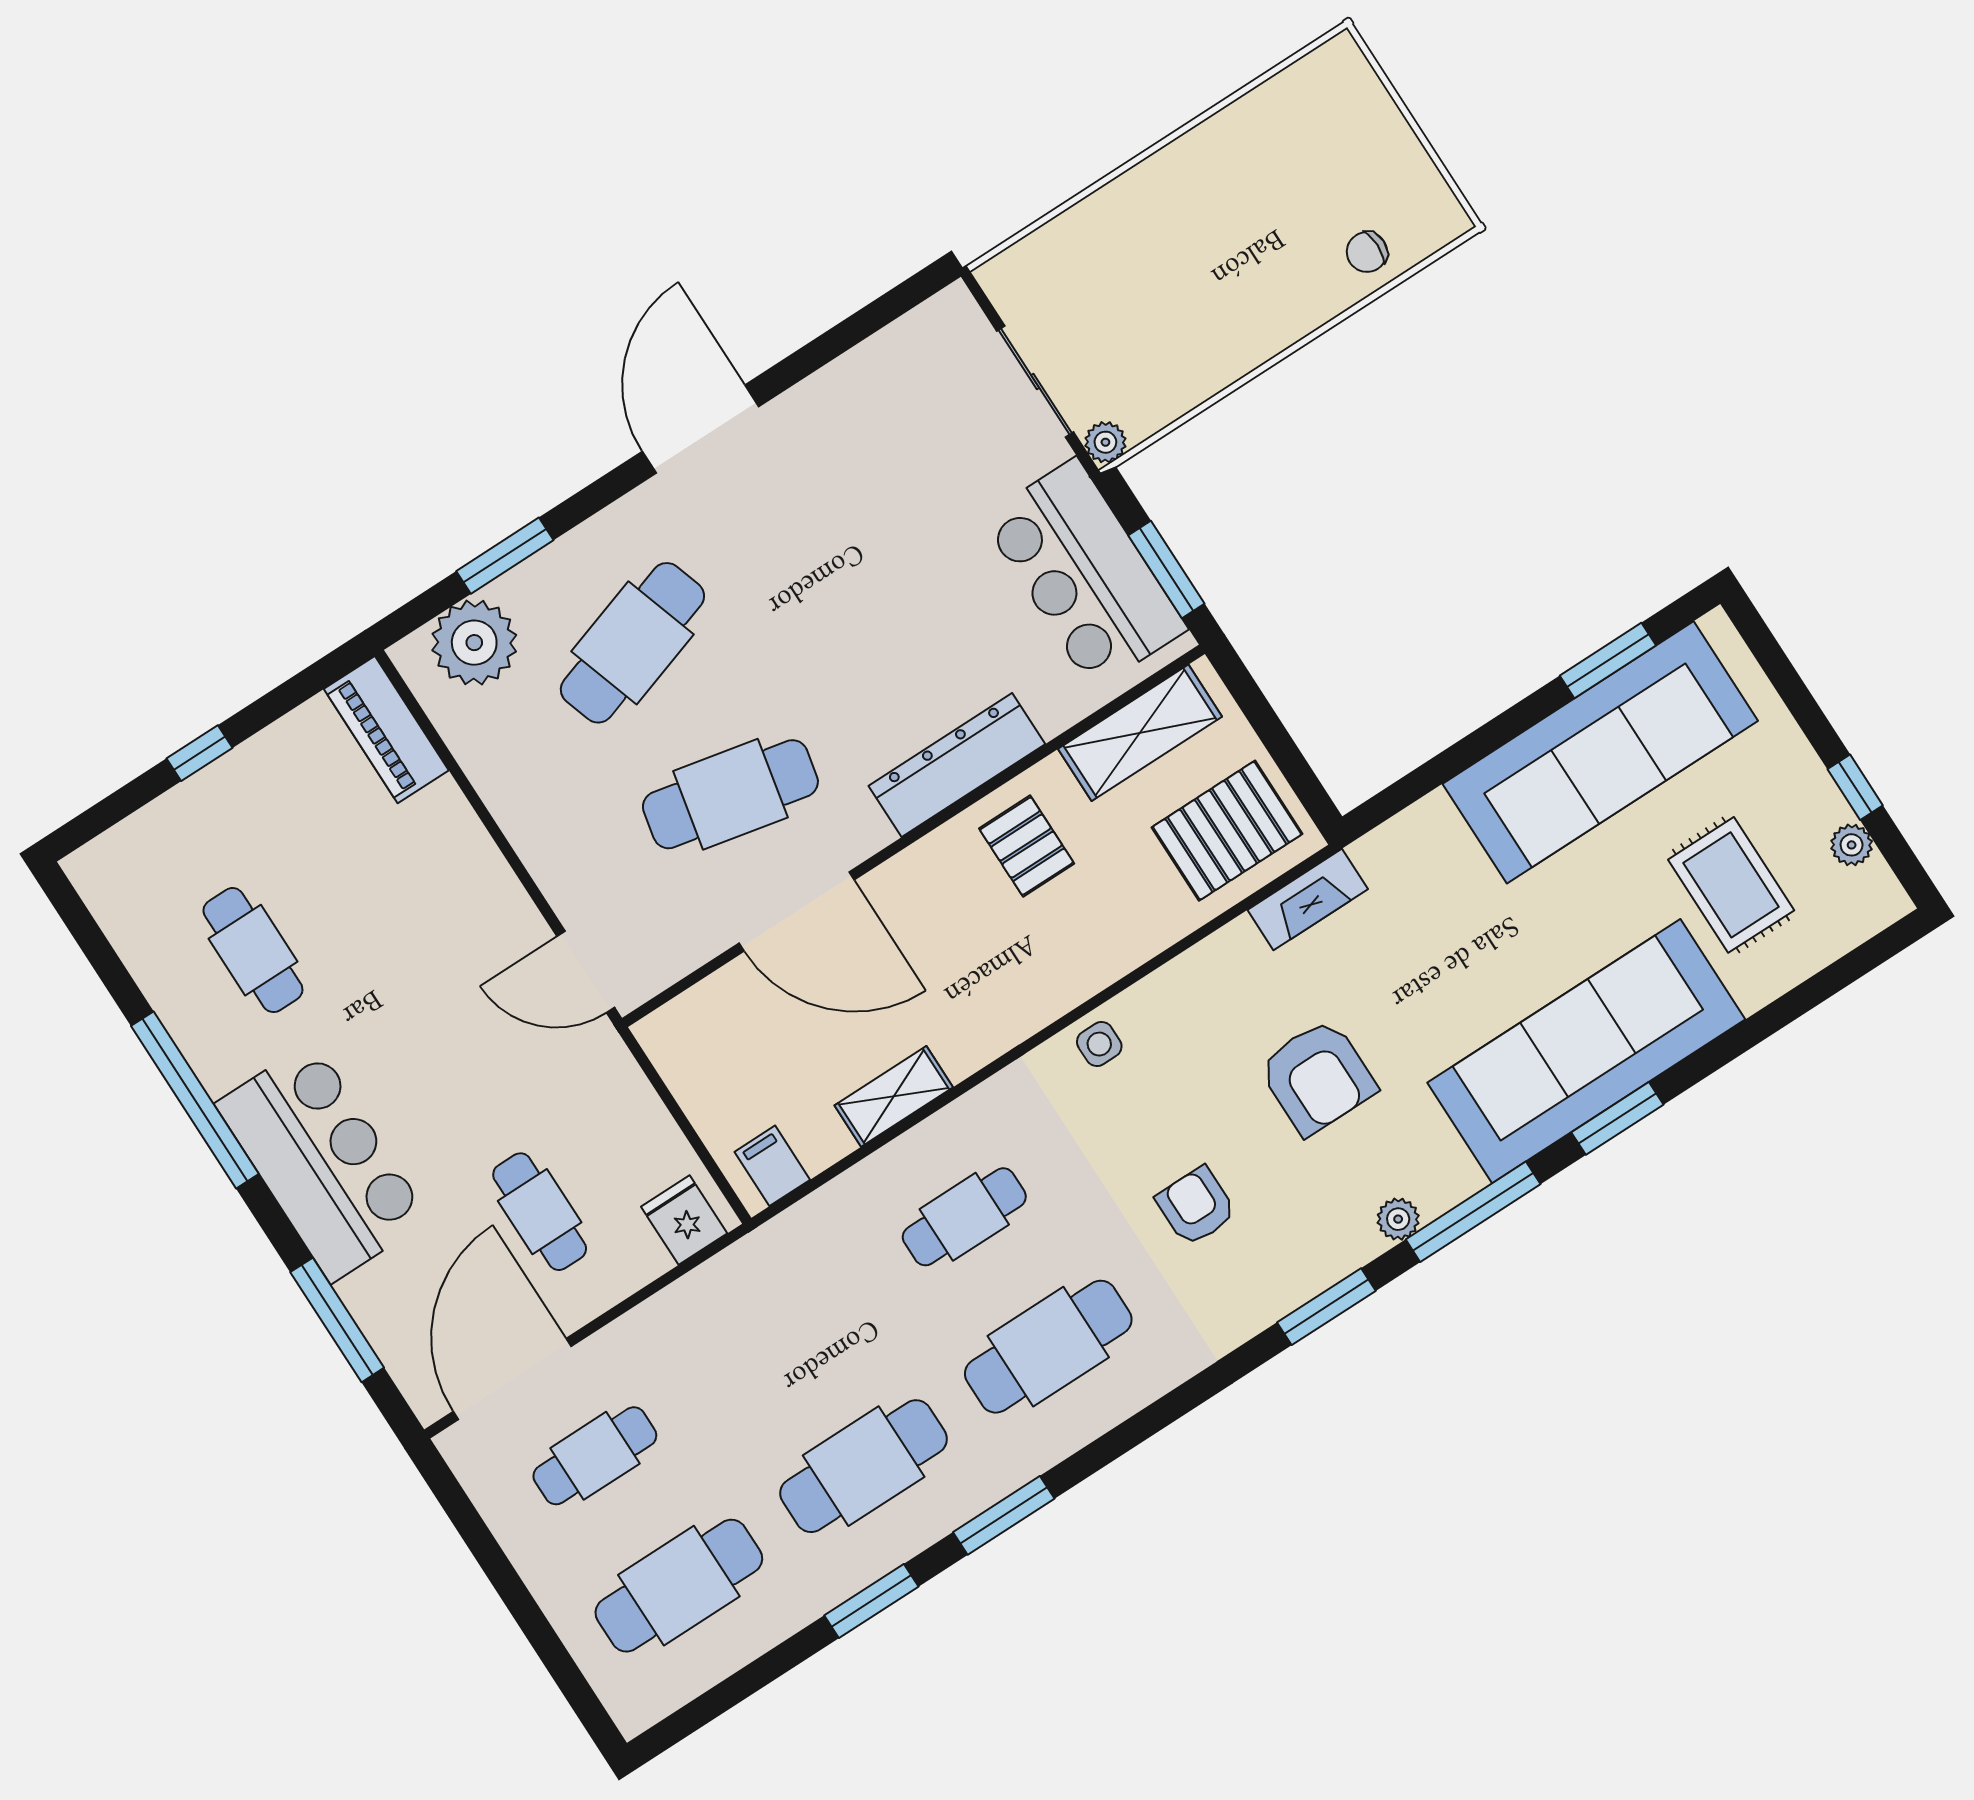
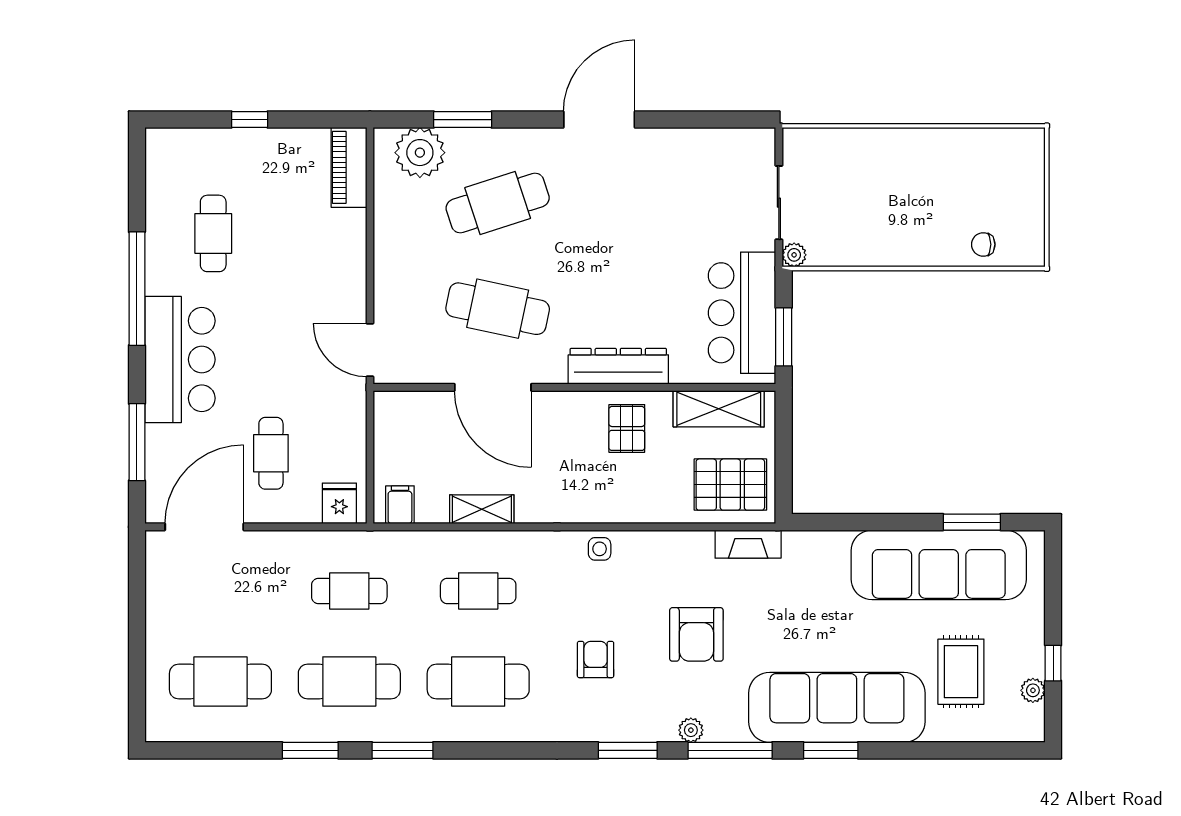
cafe table: (595, 1456) -> (349, 591), moved

